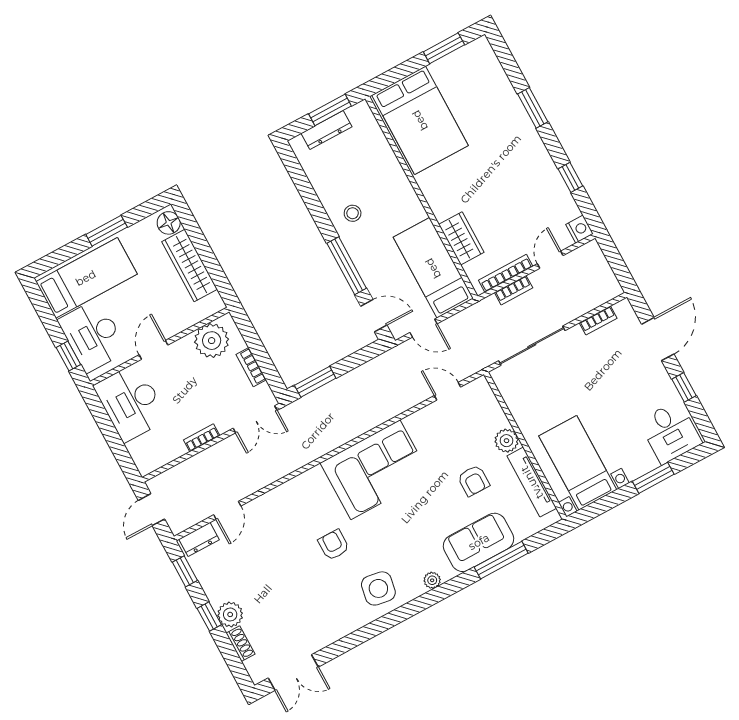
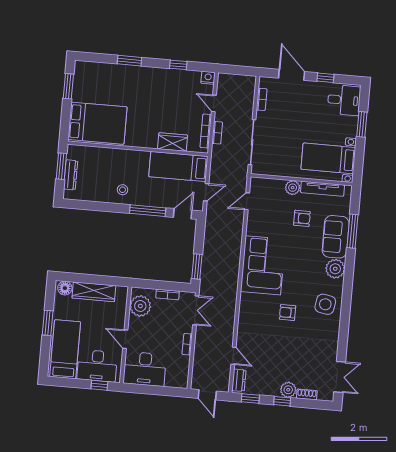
plant: (432, 580) -> (335, 269), width x1.87, depth x1.87

